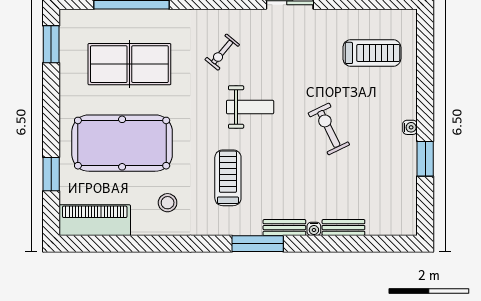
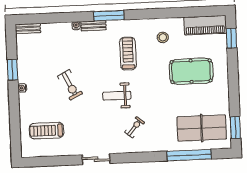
table tennis table: (129, 64) -> (202, 128), moved
pool table: (122, 143) -> (191, 71), width x0.73, depth x0.76
window: (51, 174) -> (231, 38), moved
treadmill: (228, 178) -> (128, 54), turned 180
bench: (343, 228) -> (28, 29), moved

